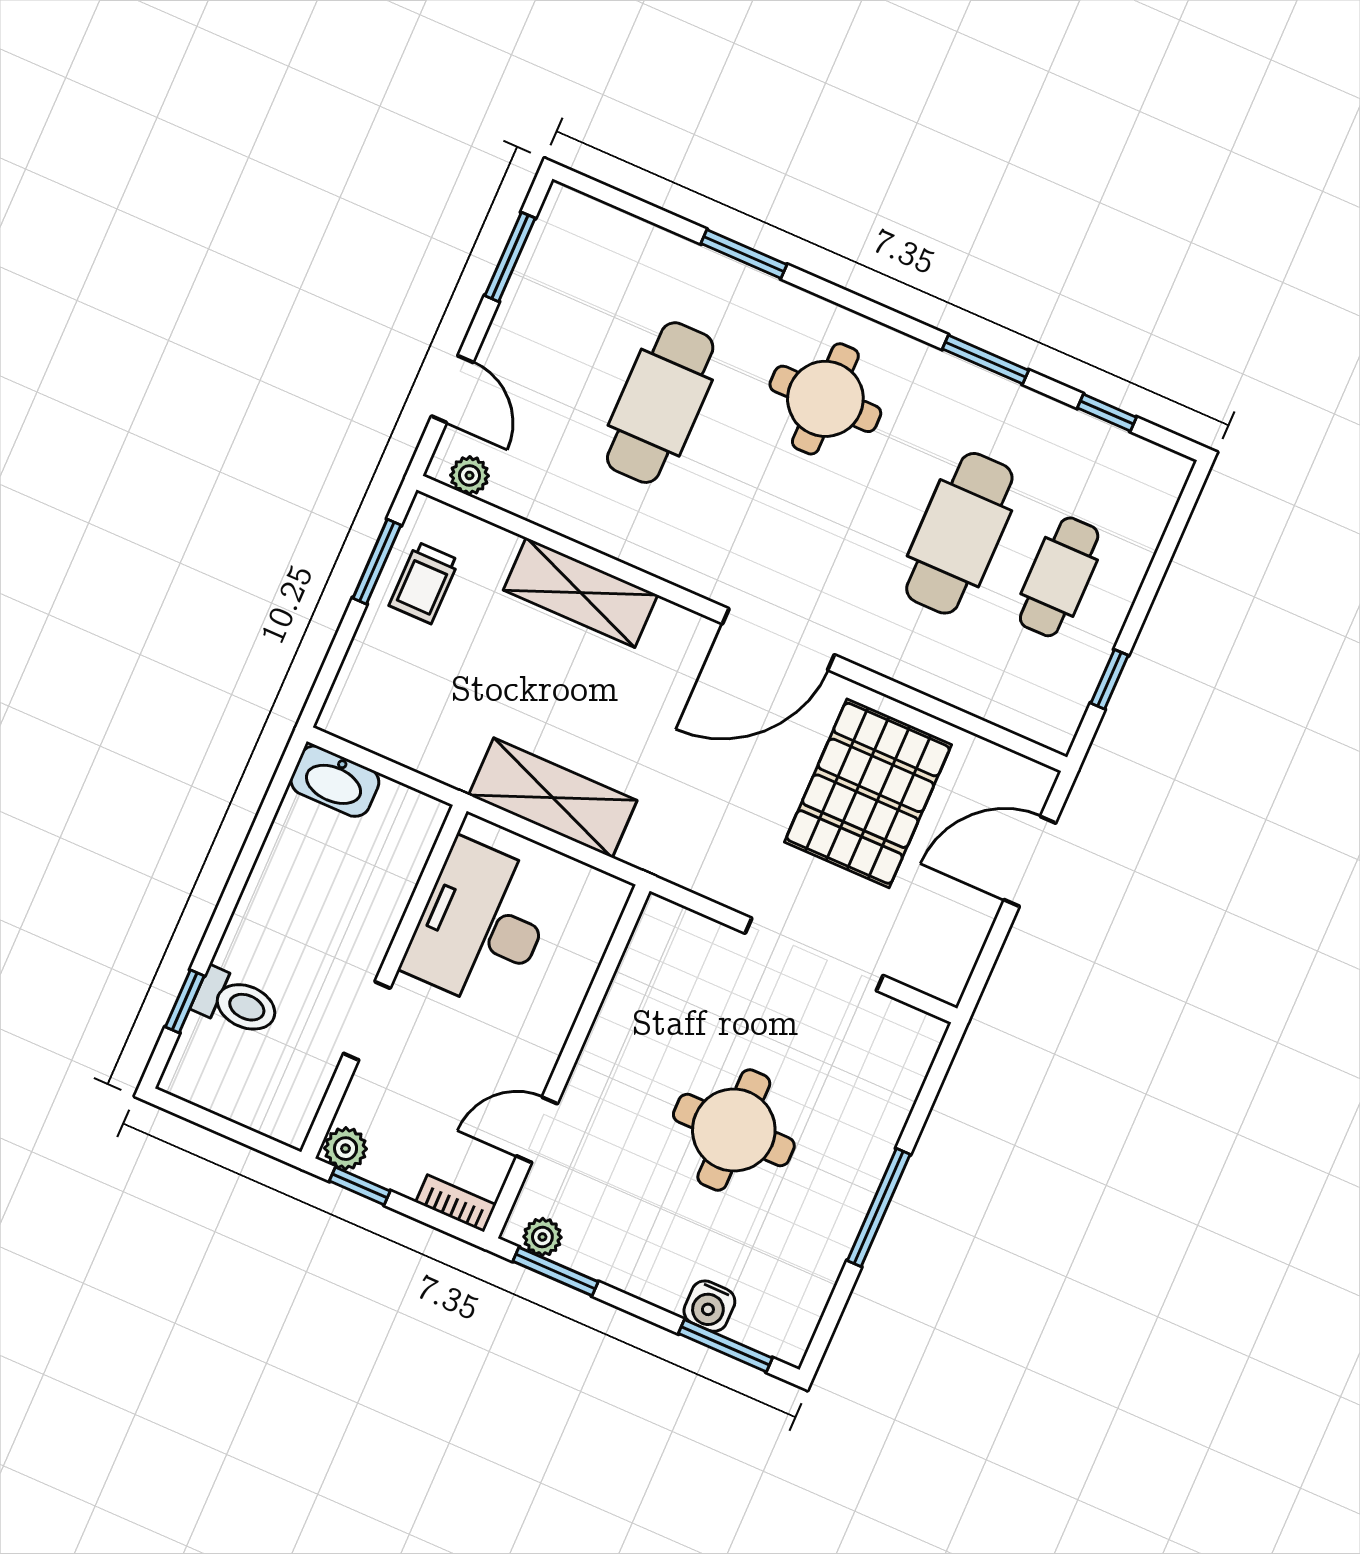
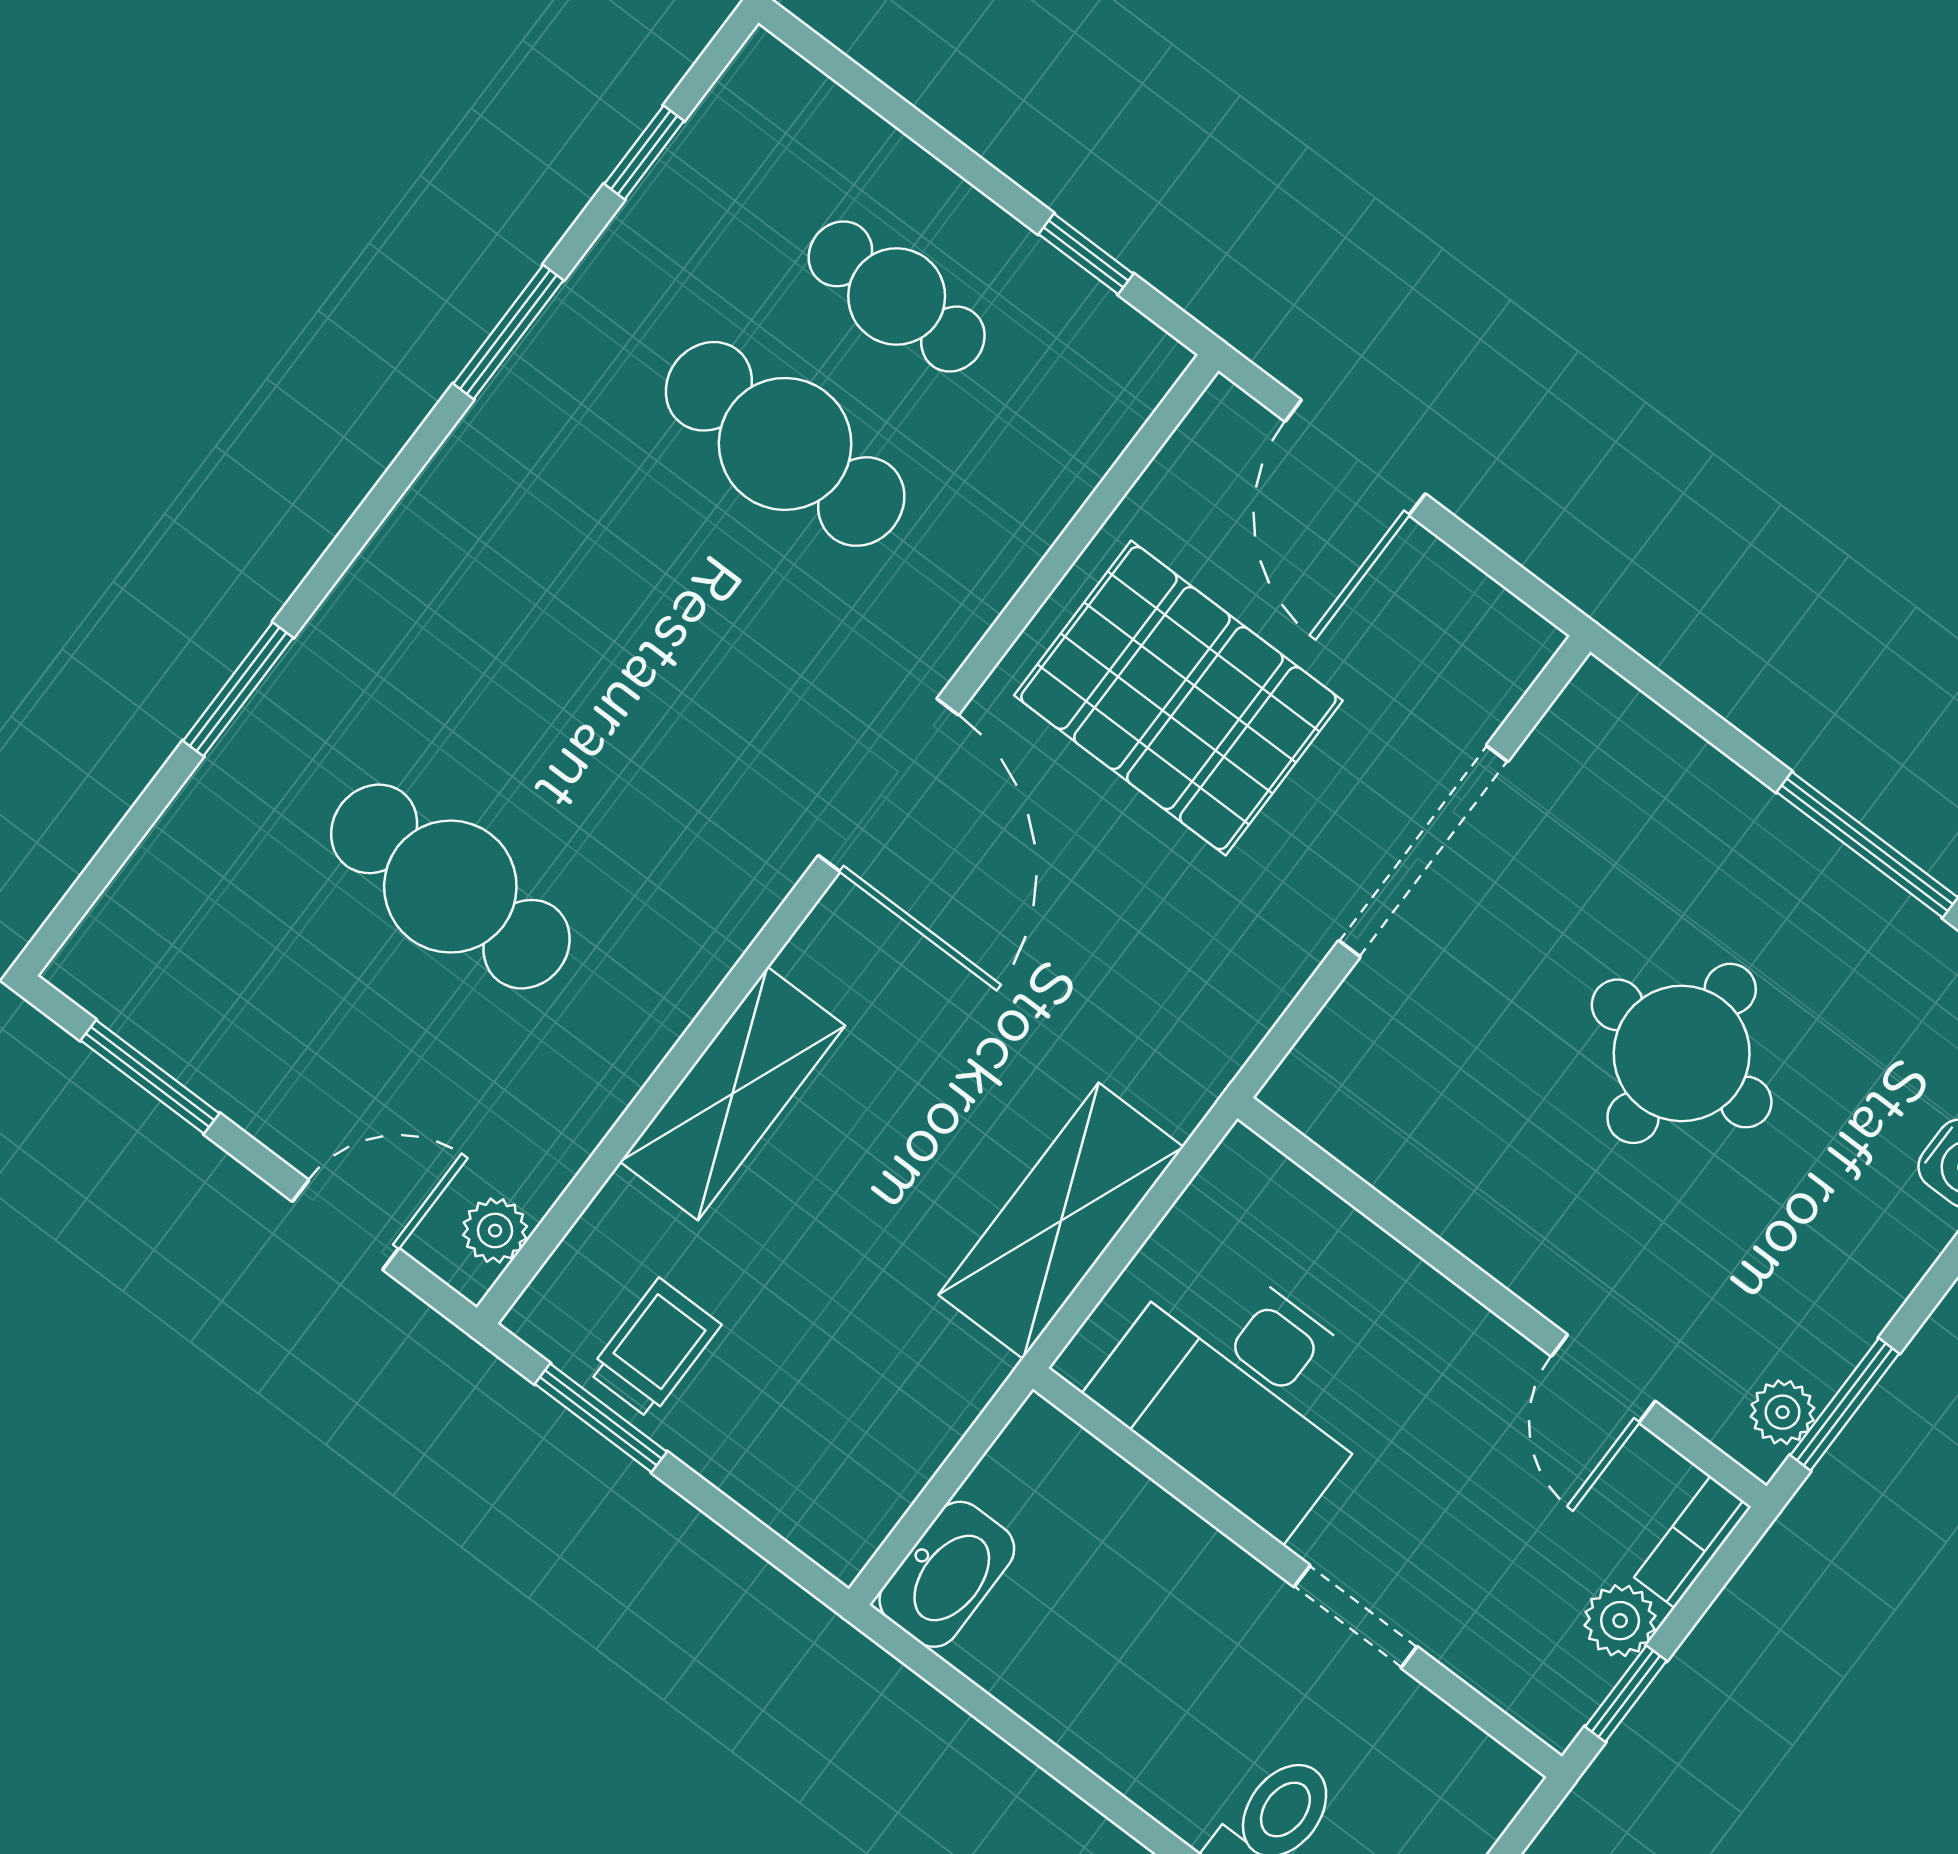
round table: (825, 399) -> (510, 612), removed
trolley: (424, 583) -> (655, 1348), turned -90
plant: (346, 1149) -> (1620, 1621), moved

